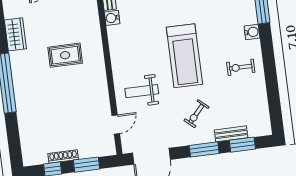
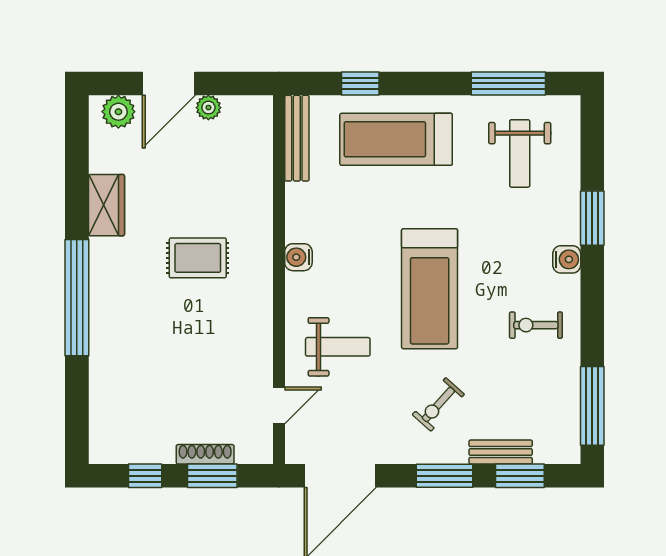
water cooler: (112, 18) -> (298, 257), moved
weight bench: (142, 91) -> (338, 347), turned 180
window: (274, 105) -> (592, 406), added
shoe rack: (63, 156) -> (205, 454), moved

